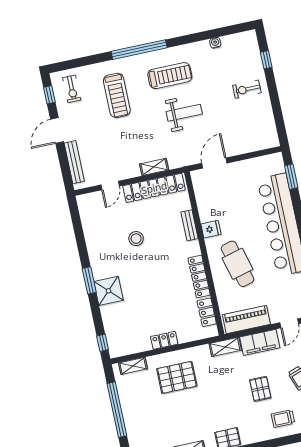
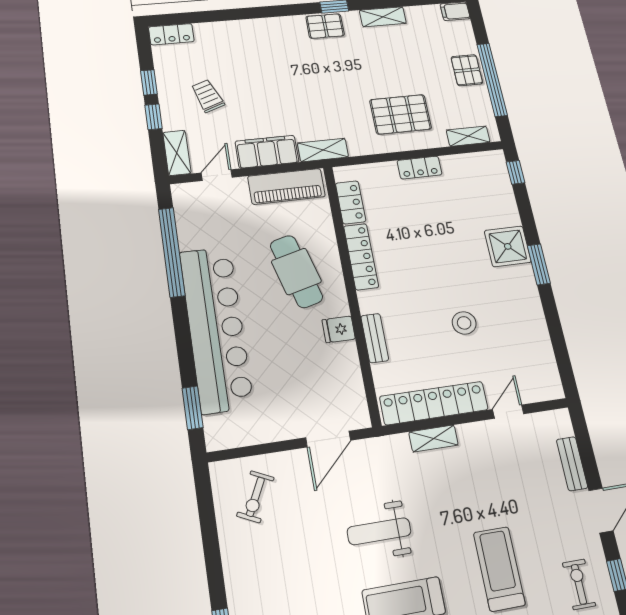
exercise bike: (247, 89) -> (255, 497), moved, turned 116
bench: (74, 162) -> (572, 464), width x0.73
pallet: (260, 389) -> (467, 70), moved
trolley: (283, 419) -> (238, 43), removed

